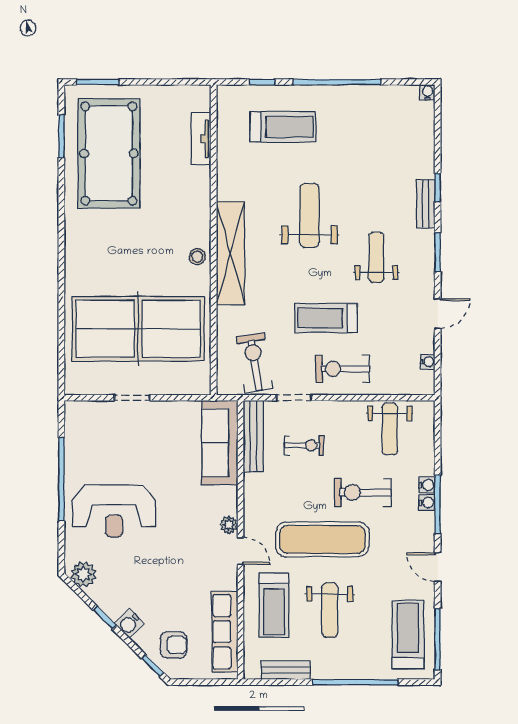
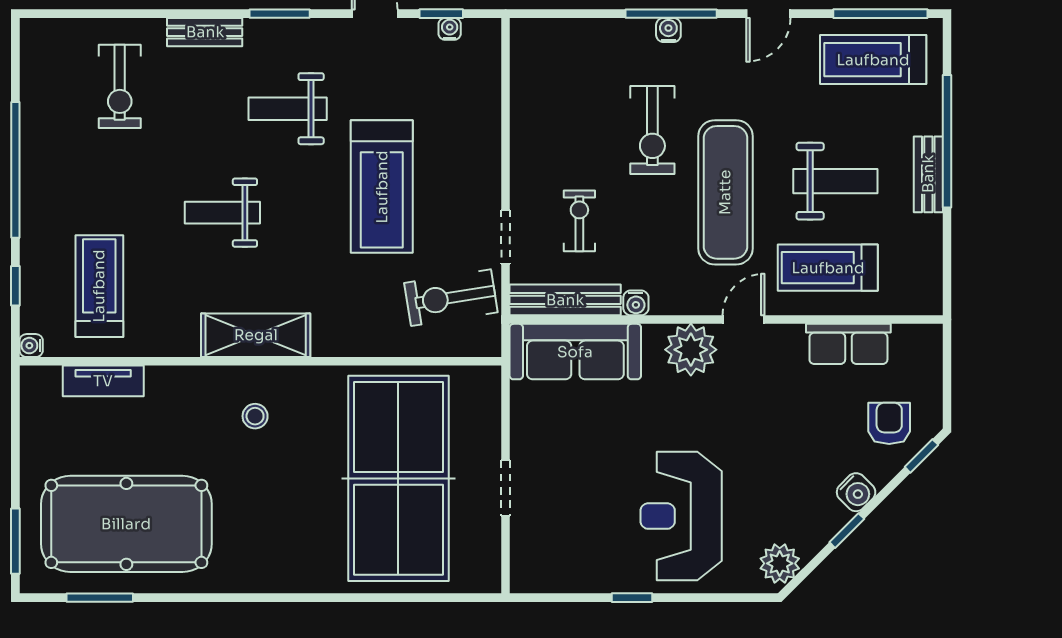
water cooler: (427, 92) -> (31, 346), moved
treadmill: (283, 127) -> (99, 286), moved
window: (438, 187) -> (441, 14), moved
weight bench: (309, 215) -> (222, 213), width x0.73, depth x0.75
shelving: (230, 253) -> (256, 335), width x0.68
stool: (197, 257) -> (255, 416), moved
treadmill: (326, 318) -> (382, 187), width x1.37, depth x1.38
exercise bike: (343, 369) -> (120, 86), moved
weight bench: (390, 429) -> (554, 88), removed
window: (61, 479) -> (632, 598), width x0.32
water cooler: (427, 485) -> (636, 303), moved, turned 180
reception desk: (114, 511) -> (681, 516), turned 180
plant: (229, 525) -> (691, 350), width x1.88, depth x1.88
treadmill: (274, 605) -> (828, 268), turned 180
row of seats: (225, 632) -> (848, 344), width x0.68
bench: (286, 670) -> (928, 174), moved

